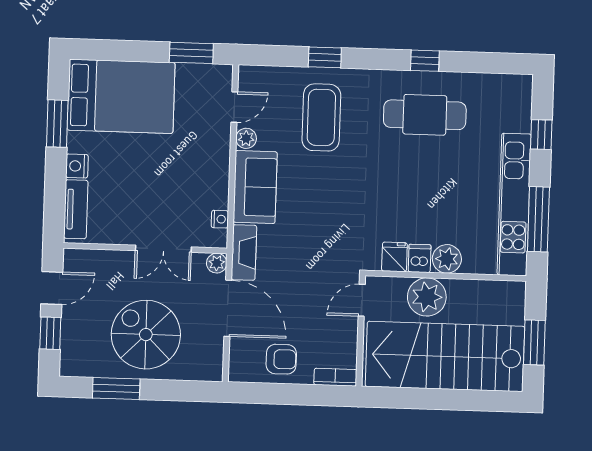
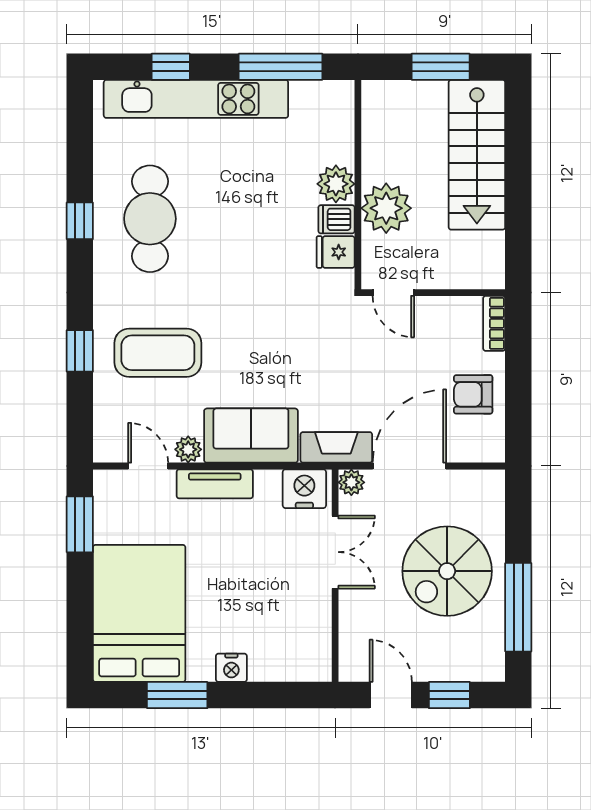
kitchen unit: (514, 204) -> (196, 99), moved
tv unit: (76, 209) -> (215, 484), moved, turned 180
nightstand: (220, 219) -> (304, 489), width x1.89, depth x1.79
stairs: (445, 356) -> (477, 155), width x0.73, depth x0.66
armchair: (281, 359) -> (473, 394), turned -90
window: (116, 388) -> (518, 607), width x1.44

